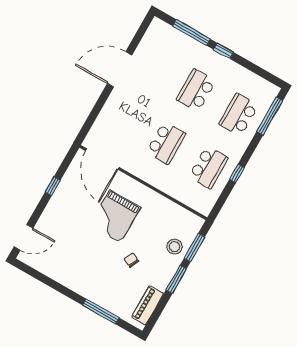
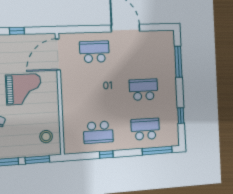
window: (224, 51) -> (181, 116), moved
school desk: (166, 143) -> (94, 52), moved, turned 180
grand piano: (115, 216) -> (24, 89), turned 180
stool: (175, 247) -> (46, 137), moved

